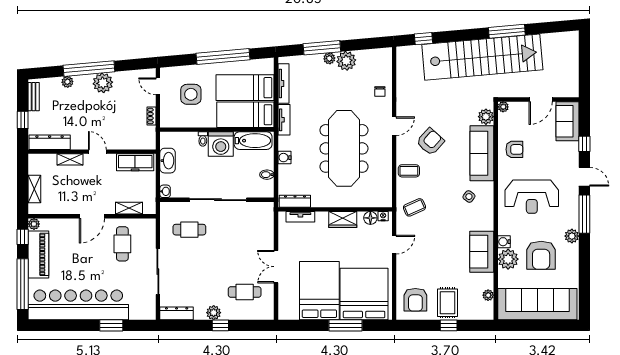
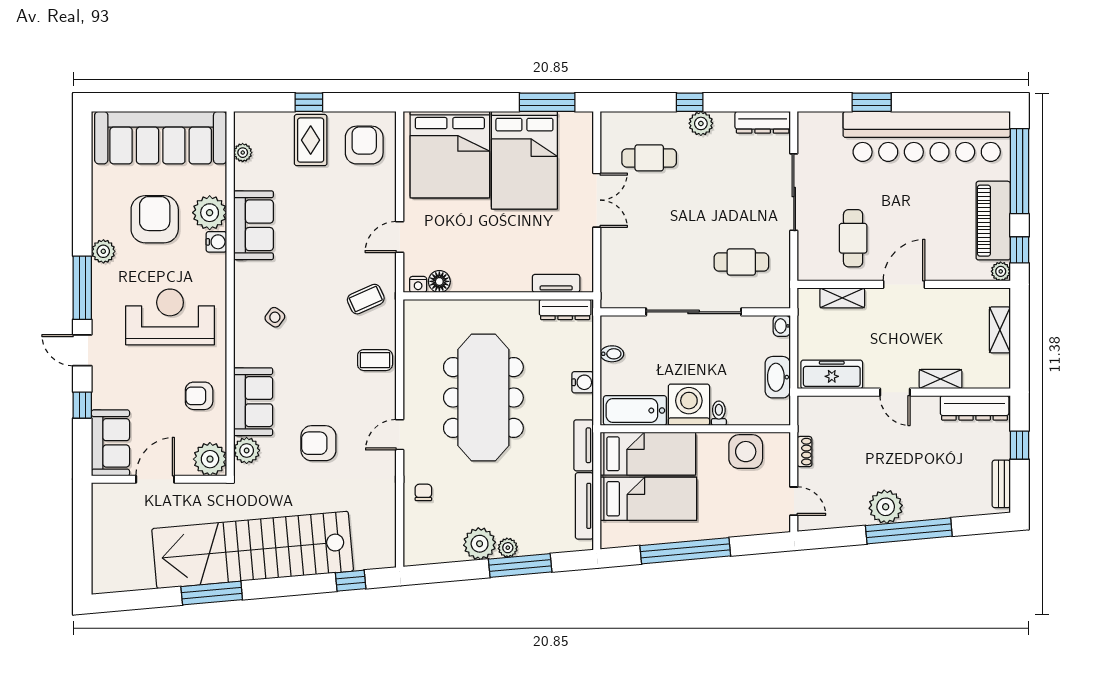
plant: (67, 82) -> (945, 509), removed
side table: (191, 94) -> (746, 452), moved
plant: (503, 107) -> (210, 459), width x1.87, depth x1.87
armchair: (430, 142) -> (318, 443), moved, turned 48
sofa: (482, 153) -> (253, 402), width x0.73
wardrobe: (343, 219) -> (485, 279), removed
window: (345, 325) -> (547, 102), moved

